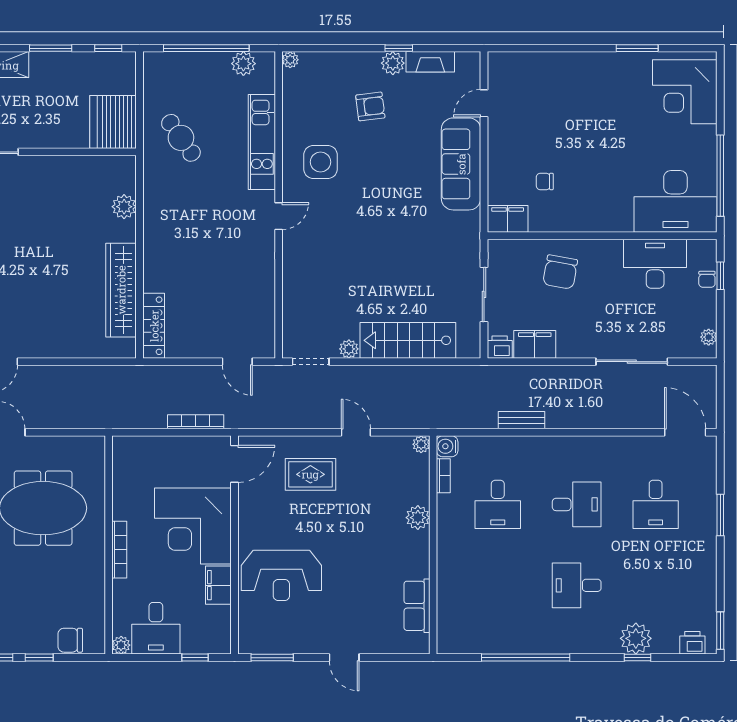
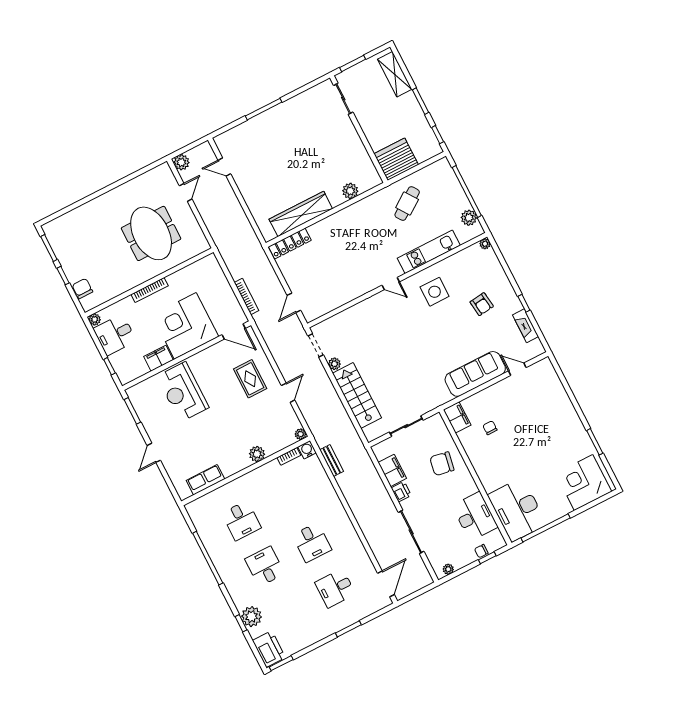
plant: (393, 63) -> (513, 304), removed
printer: (500, 347) -> (401, 492), moved
bench: (521, 420) -> (332, 460), moved
desk: (498, 504) -> (241, 521), moved, turned -90
printer: (692, 643) -> (269, 649), width x1.87, depth x1.48

